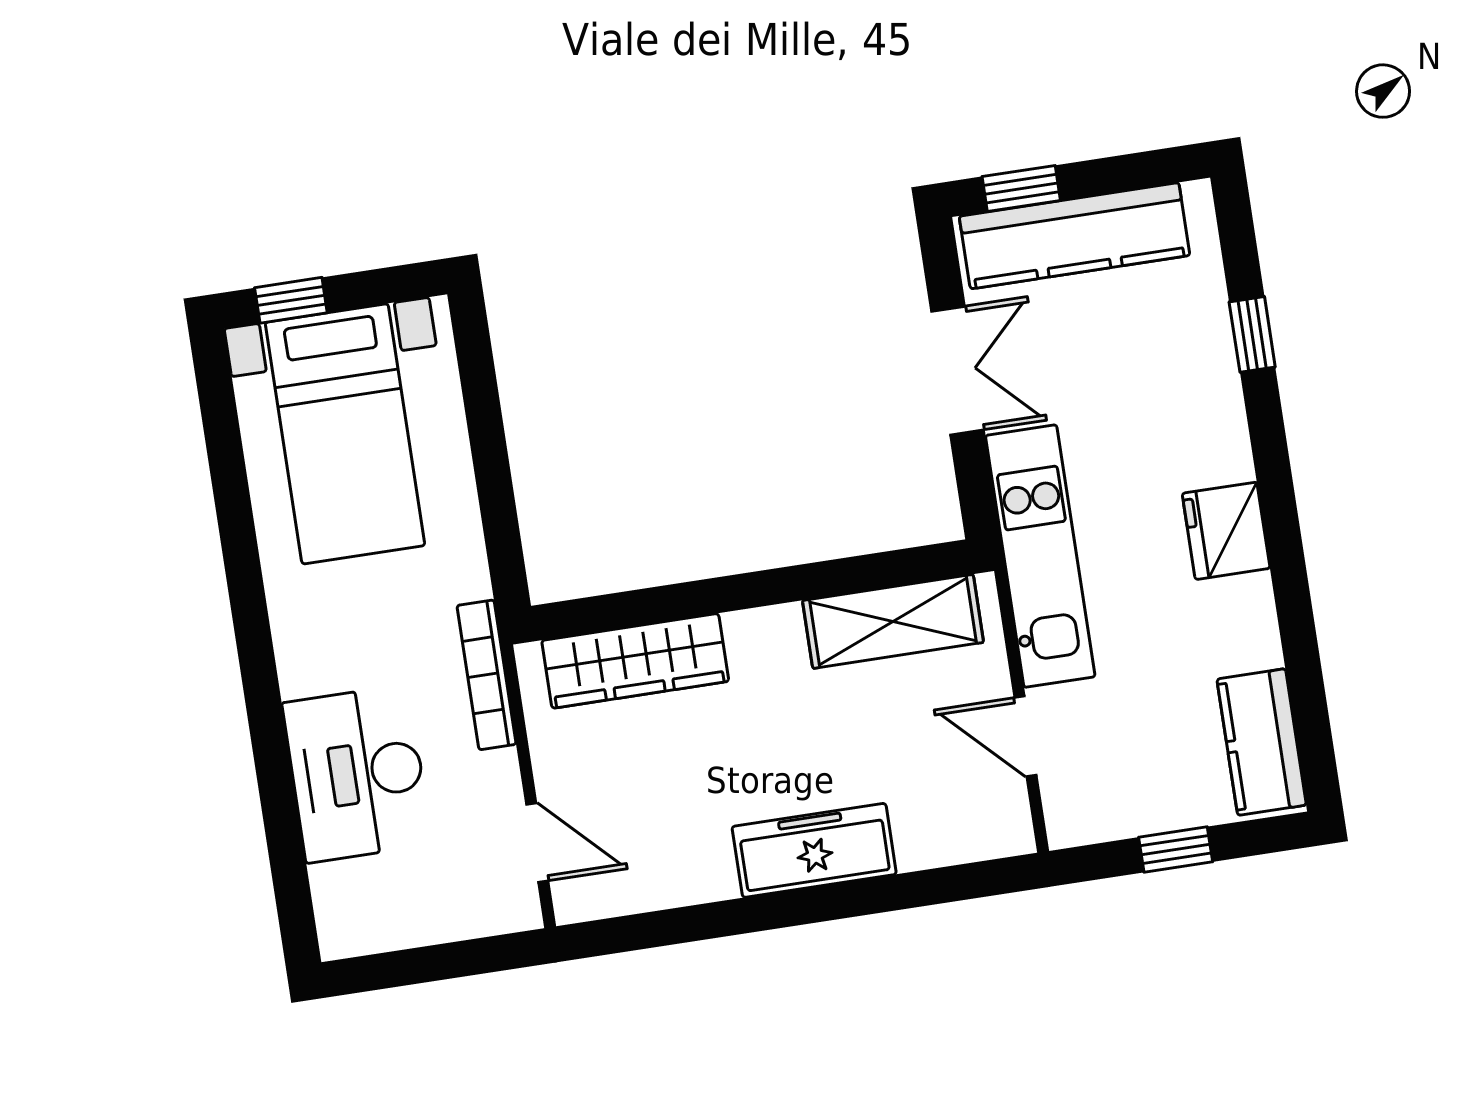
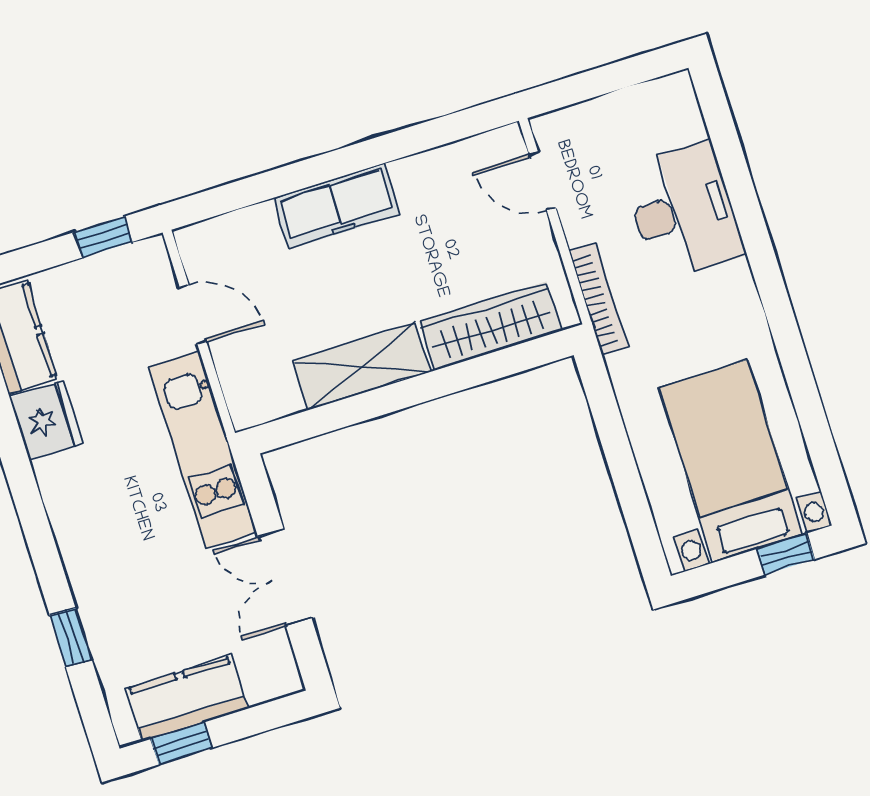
window: (1021, 188) -> (181, 743), moved
kitchen counter: (1075, 236) -> (187, 699), width x0.67
fridge: (1226, 531) -> (46, 420), moved
shelving: (893, 621) -> (361, 367), moved
window: (1176, 850) -> (103, 237), moved

